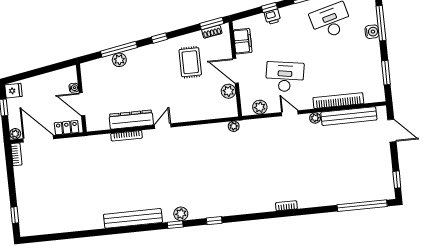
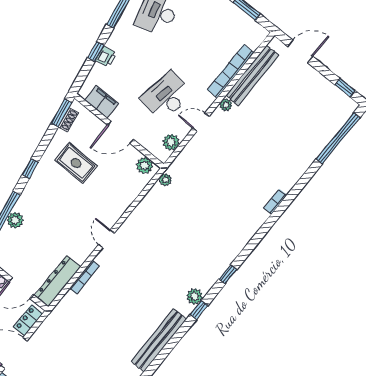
plant: (228, 91) -> (145, 166), moved
dresser: (131, 120) -> (58, 281), moved

